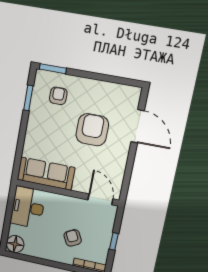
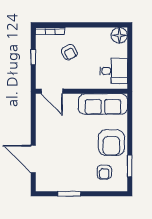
window: (53, 69) -> (69, 194), moved
armchair: (92, 130) -> (111, 143), moved
desk: (28, 207) -> (114, 71), width x0.73

